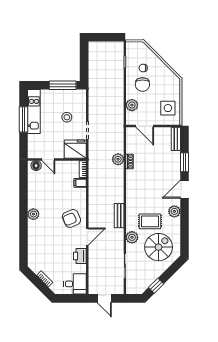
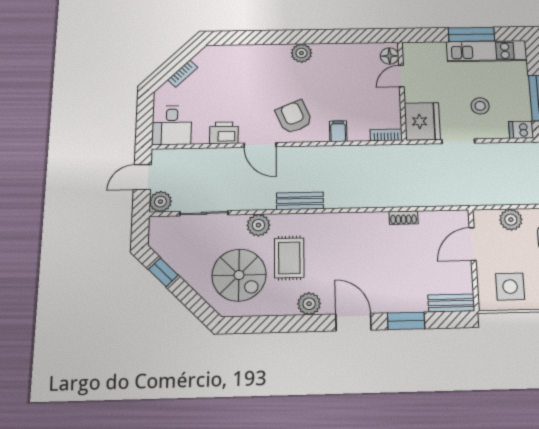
dishwasher: (81, 96) -> (521, 130), added
plant: (118, 159) -> (160, 202), moved
filing cabinet: (80, 183) -> (338, 131), moved

